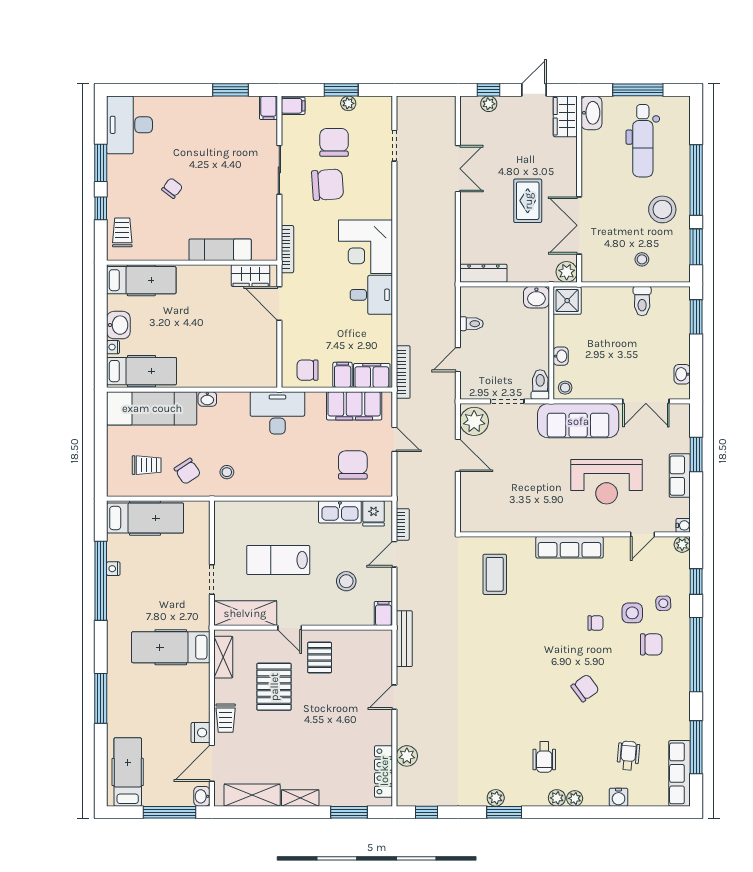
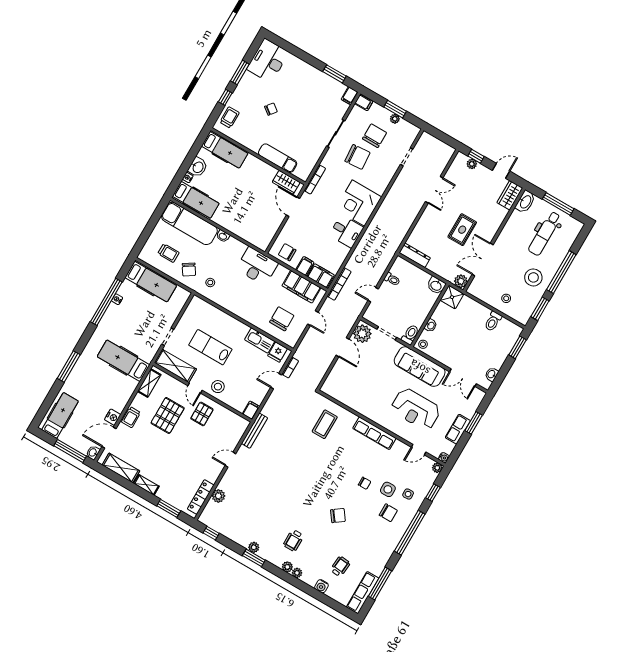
stool: (346, 581) -> (218, 387), moved

